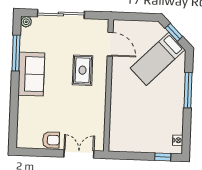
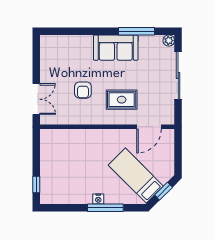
armchair: (51, 140) -> (83, 90), moved
nightstand: (178, 140) -> (98, 199), moved

